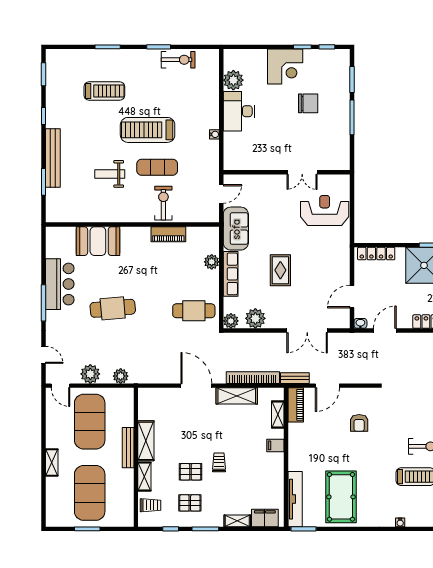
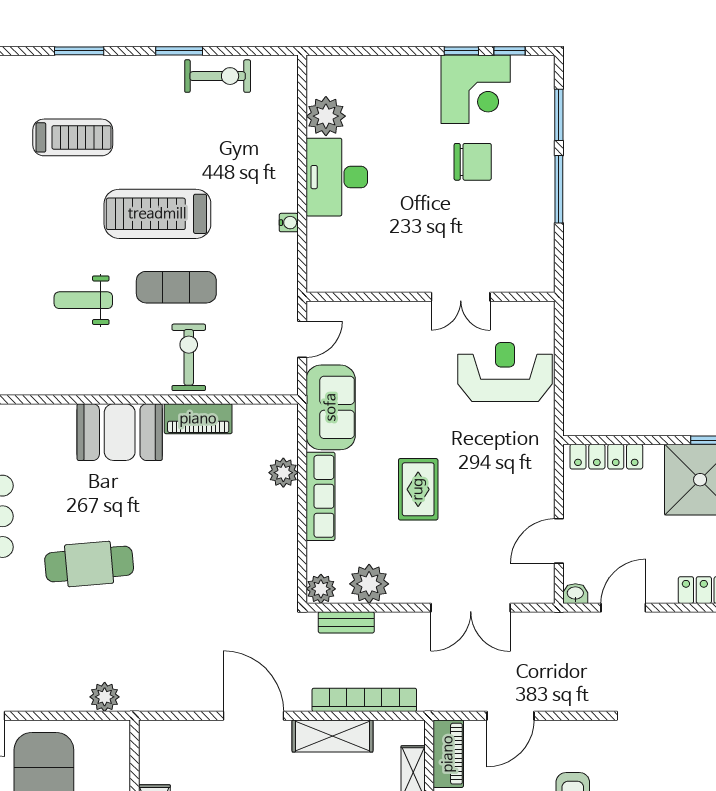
corner desk: (285, 66) -> (476, 89), moved
booth: (98, 241) -> (120, 432), moved
cafe table: (194, 311) -> (248, 569), removed
plant: (90, 374) -> (45, 693), removed
bench: (295, 378) -> (346, 622), moved

